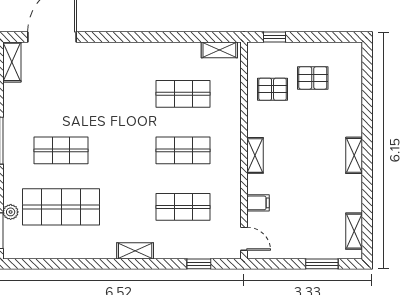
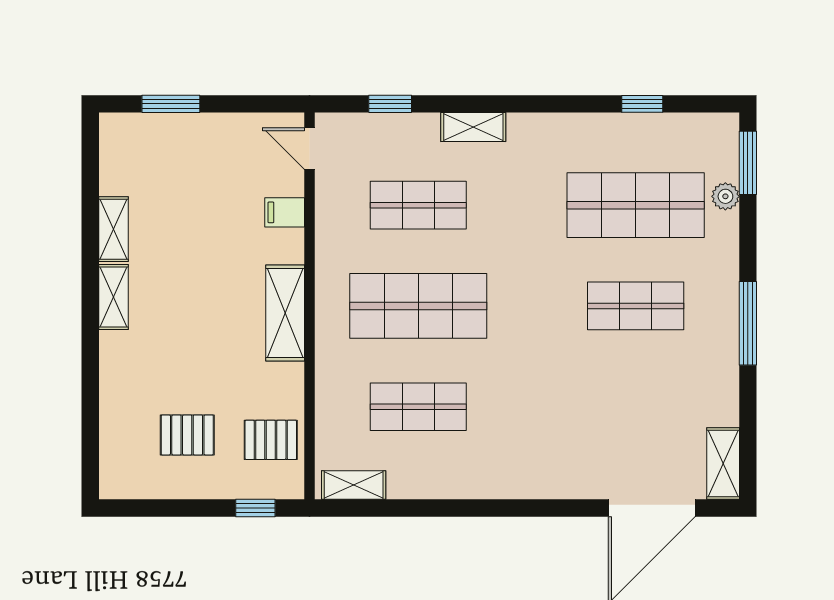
pallet: (273, 89) -> (271, 440), moved
shop shelf: (183, 150) -> (418, 306), width x1.43, depth x1.36
shelving: (255, 155) -> (285, 313), width x1.50, depth x1.33
shelving: (354, 231) -> (113, 229), moved
shelving: (135, 251) -> (473, 127), moved
window: (57, 264) -> (642, 104), added

